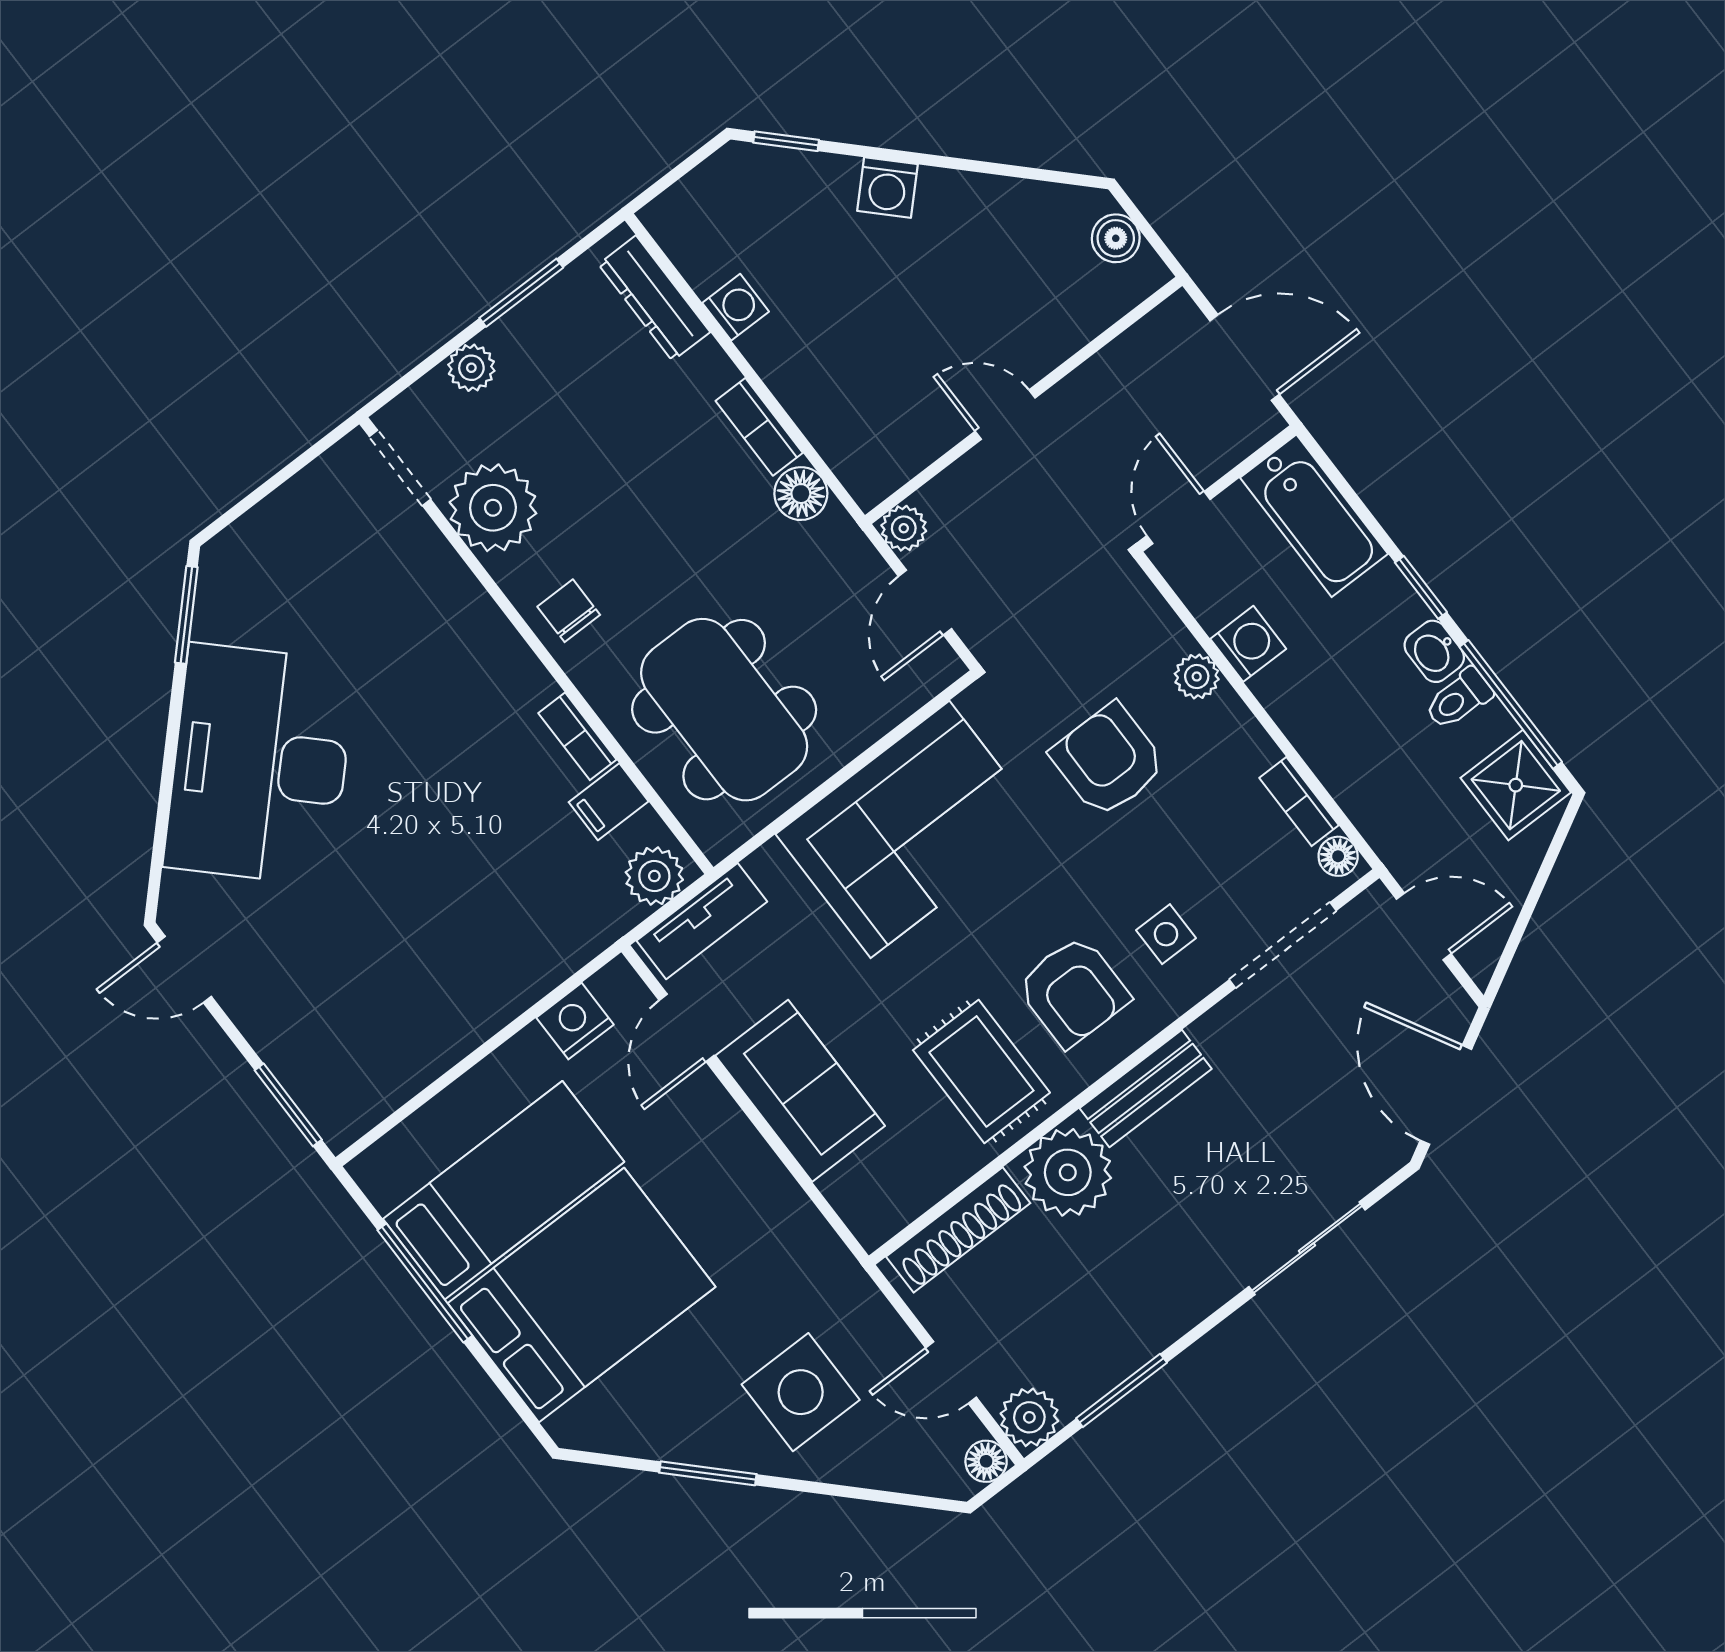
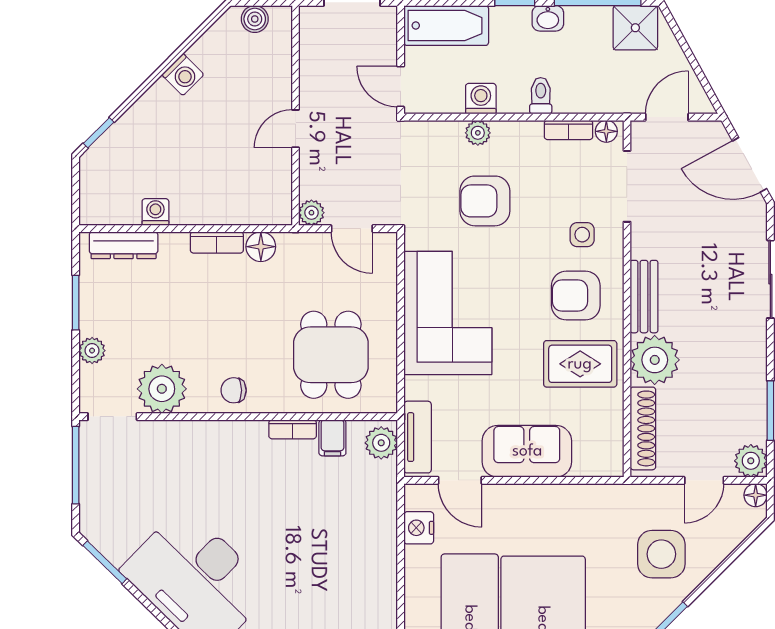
washing machine: (887, 188) -> (183, 75), moved
window: (292, 469) -> (76, 465), added
toilet: (1459, 699) -> (541, 96), moved, turned 180
dining table: (724, 710) -> (331, 355), width x0.73
armchair: (1073, 991) -> (576, 296), turned 180

